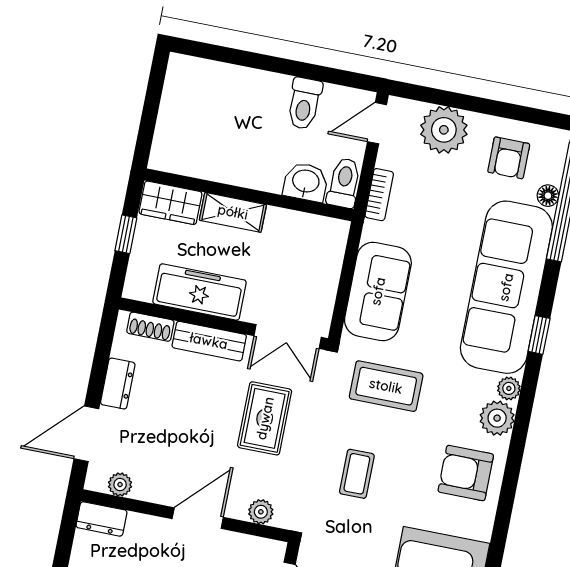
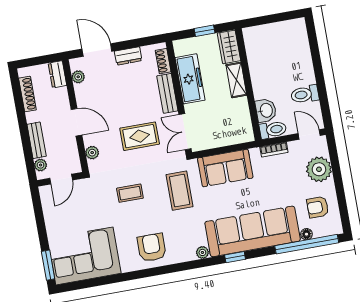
plant: (497, 418) -> (185, 252), removed

